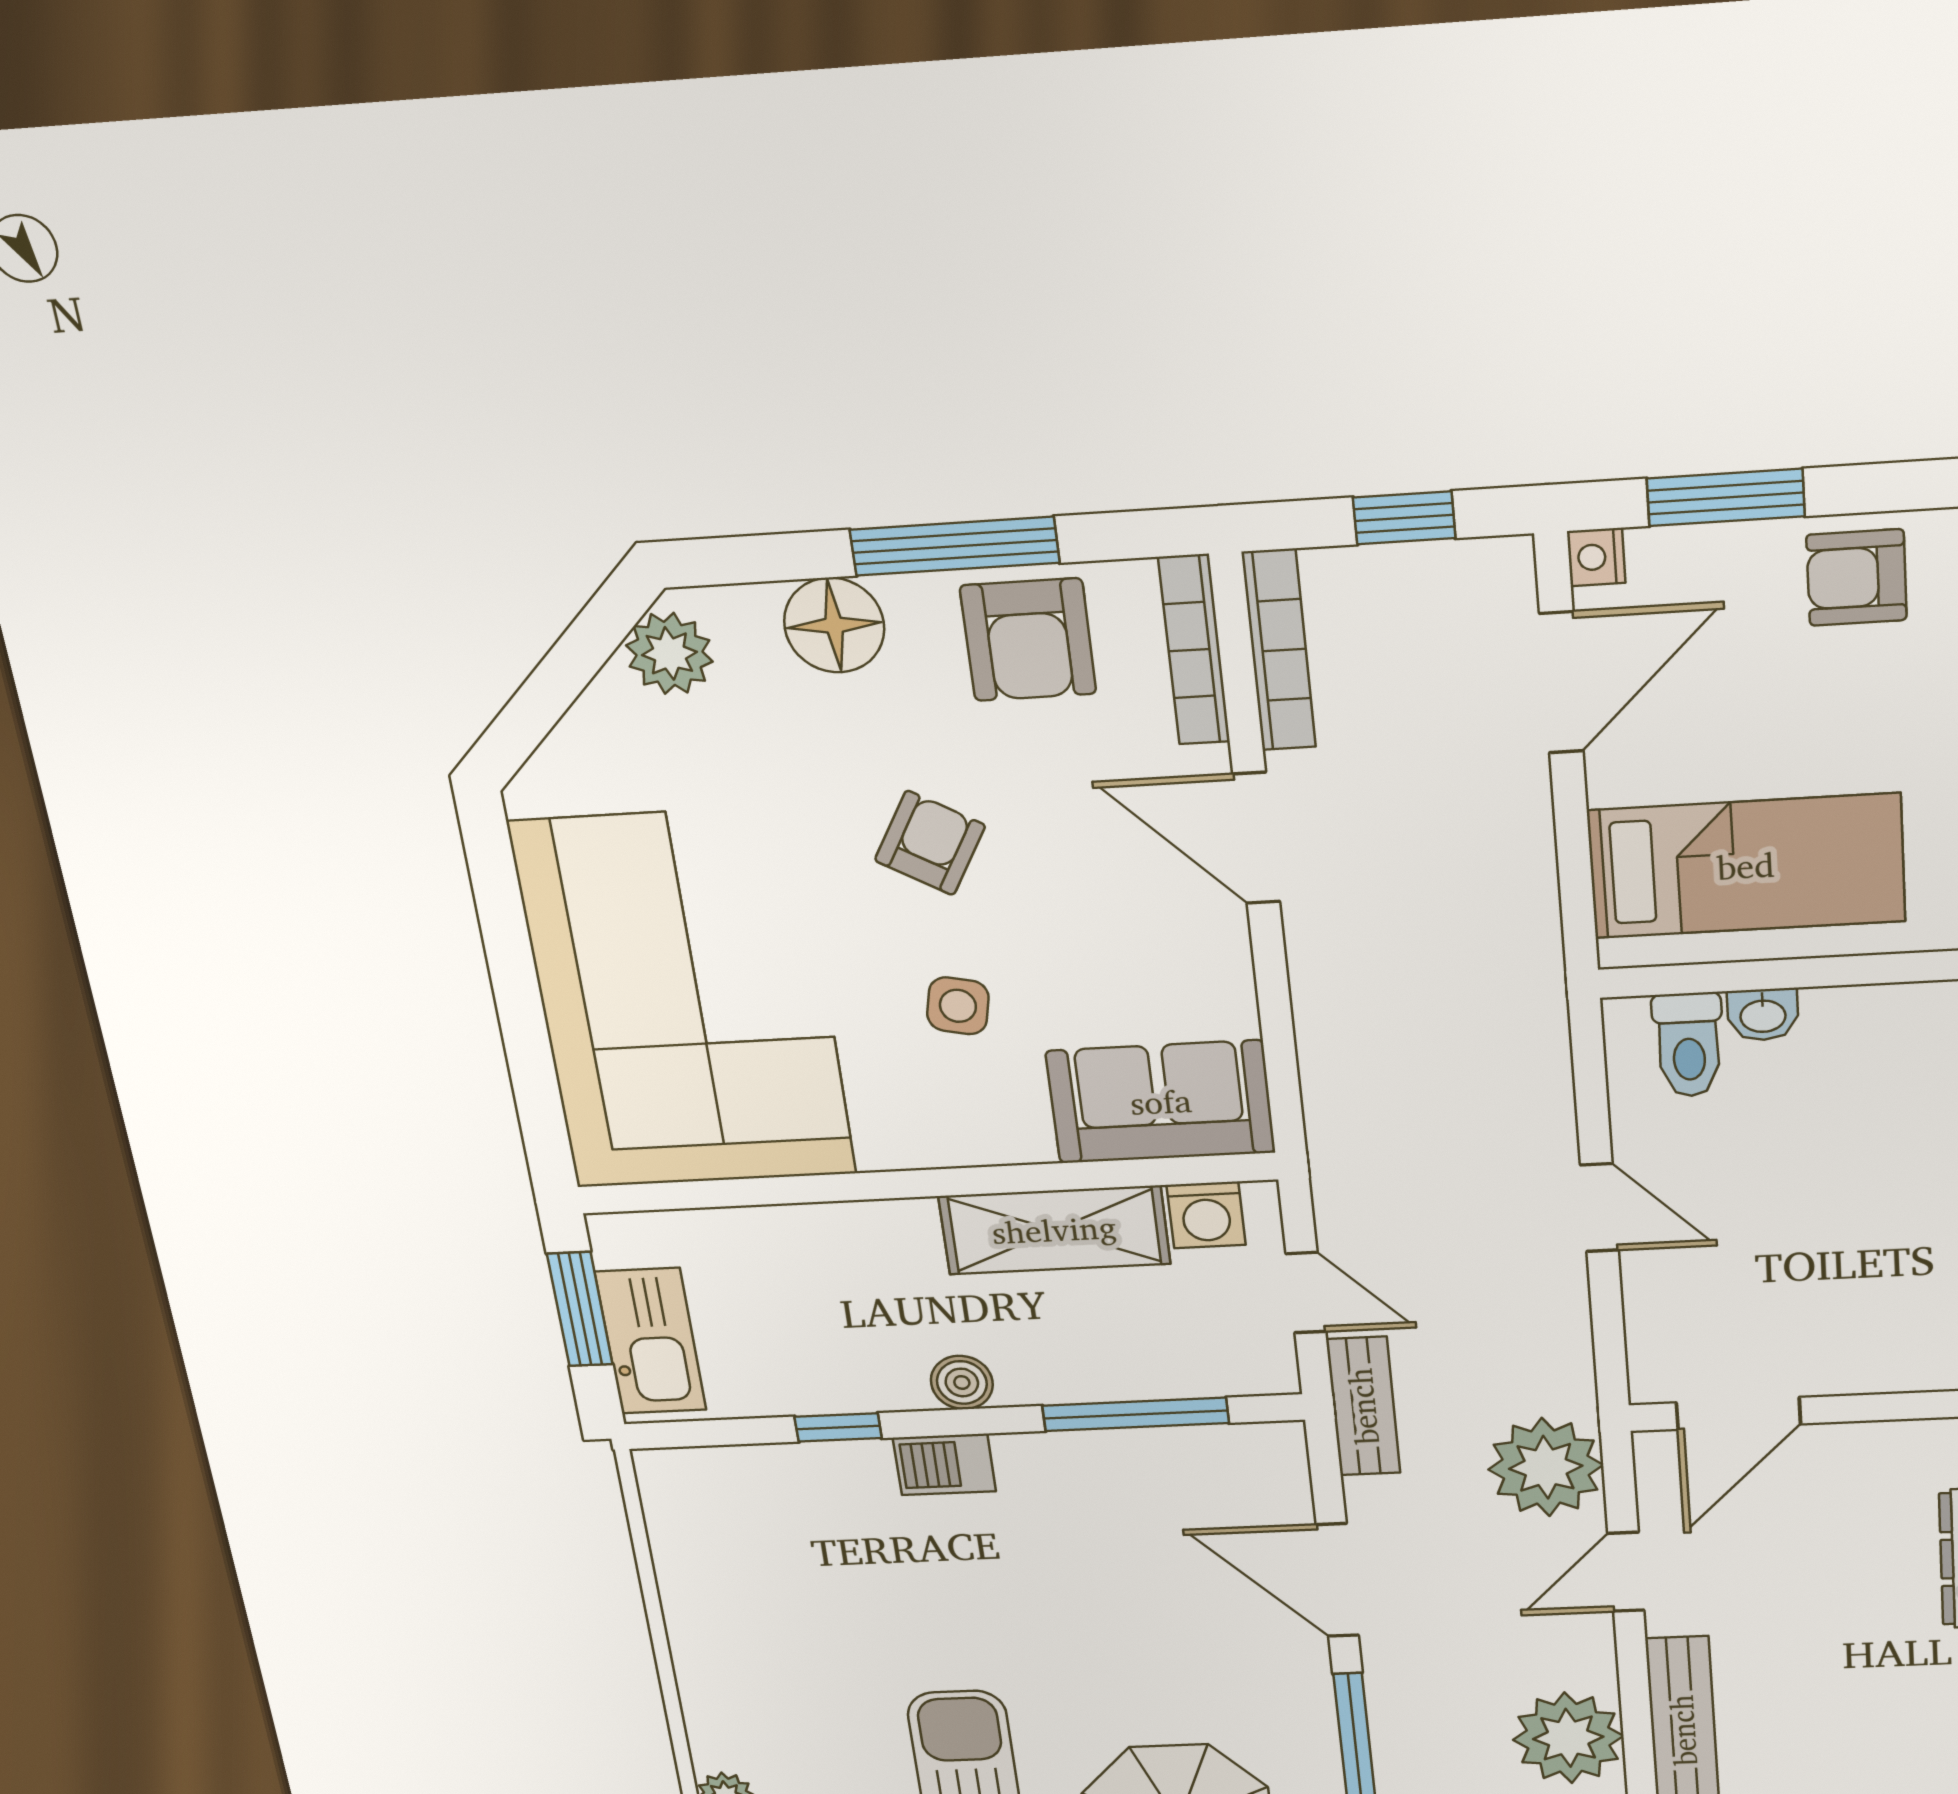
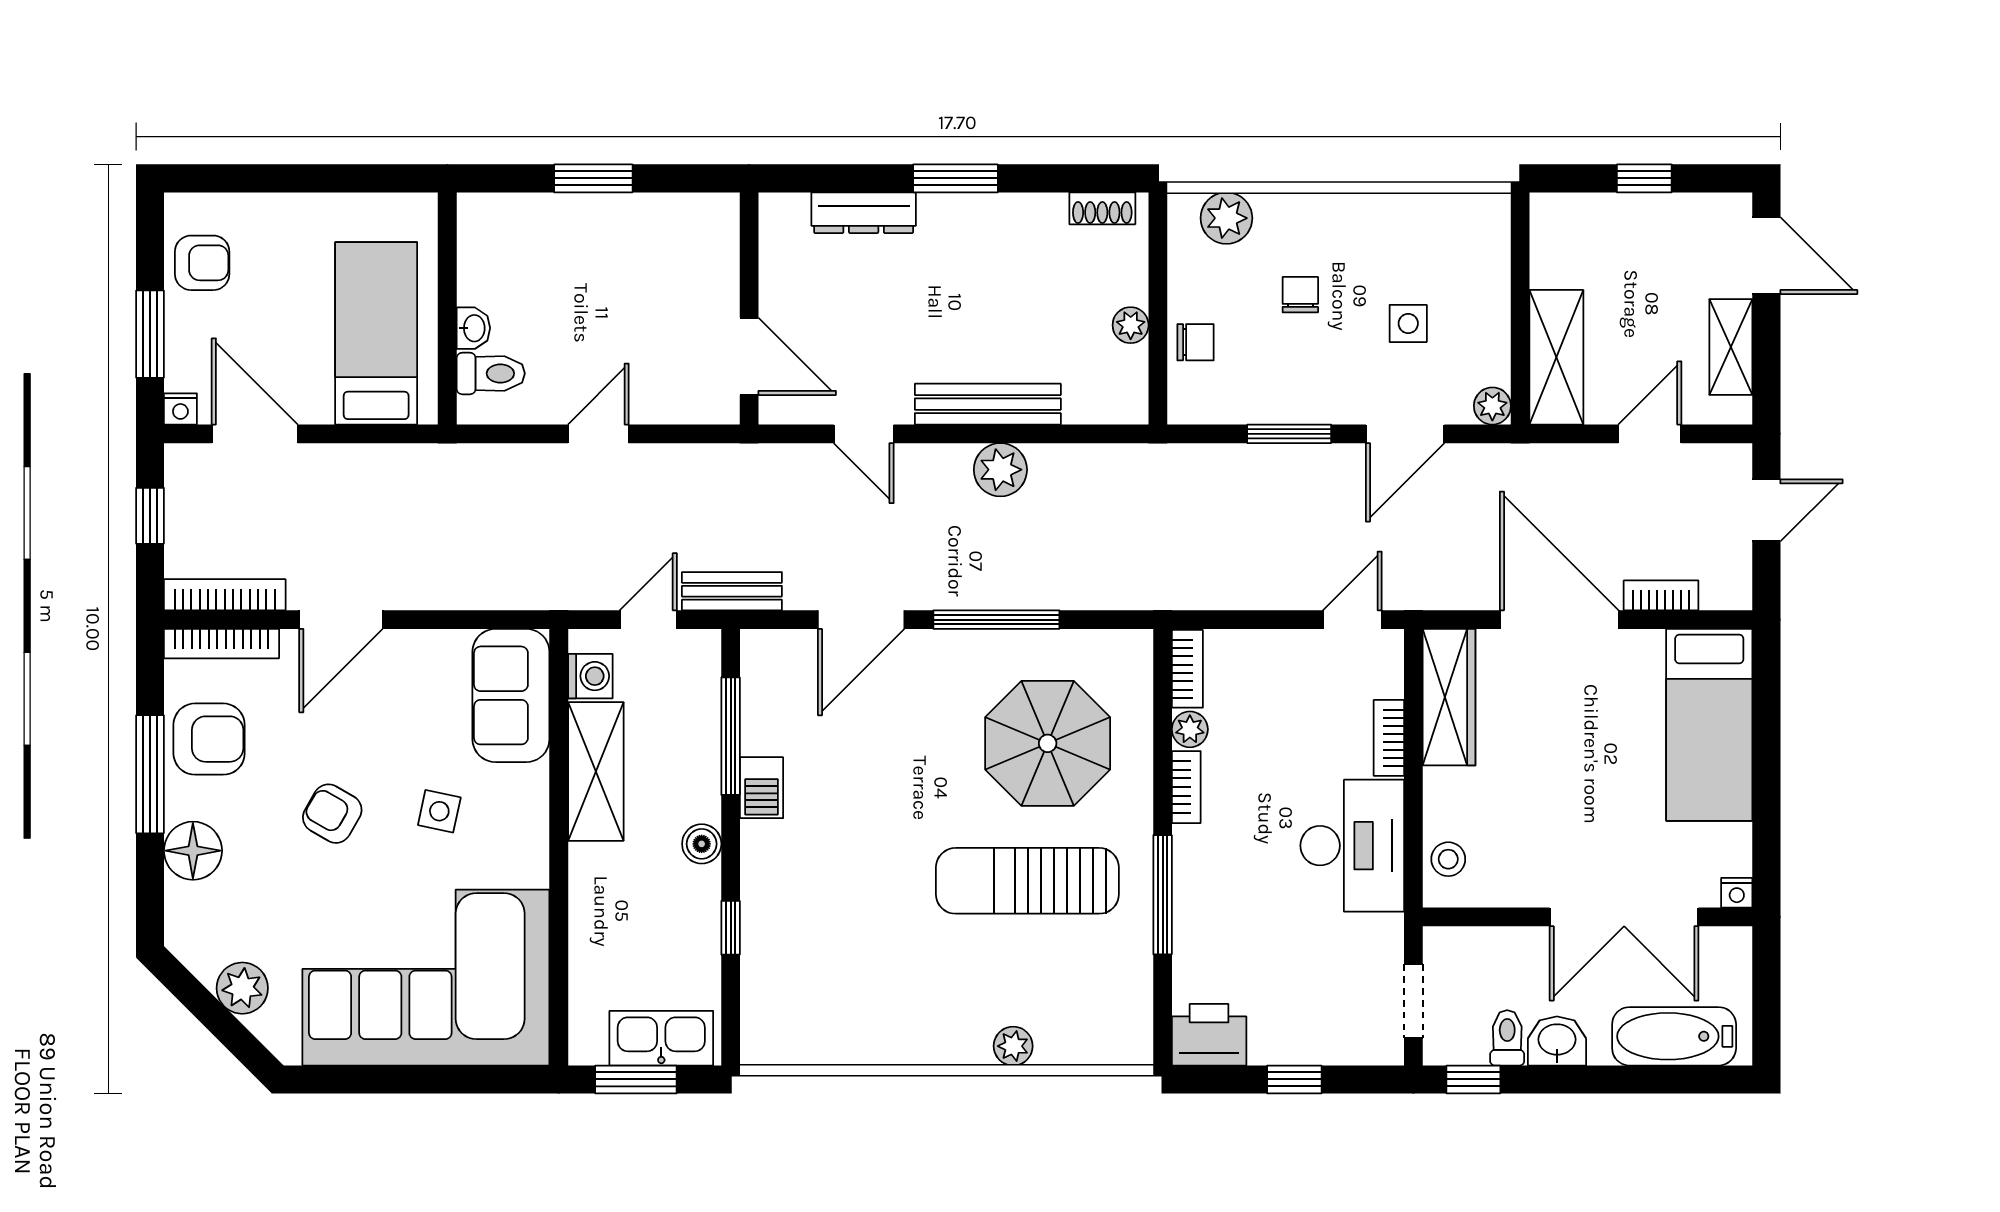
armchair: (1857, 577) -> (202, 263), turned -90
plant: (669, 653) -> (242, 988), moved
barbecue: (944, 1464) -> (762, 788), moved
plant: (1546, 1467) -> (783, 480), removed
plant: (1568, 1738) -> (1000, 470), width x0.73, depth x0.73

